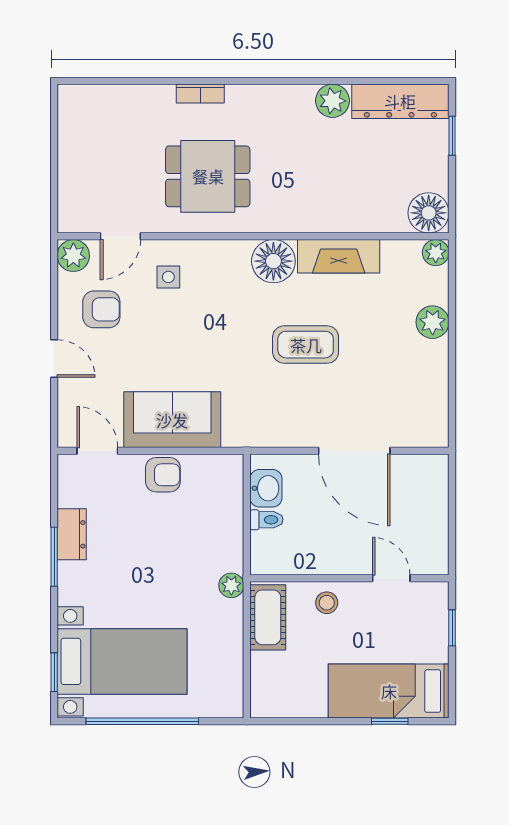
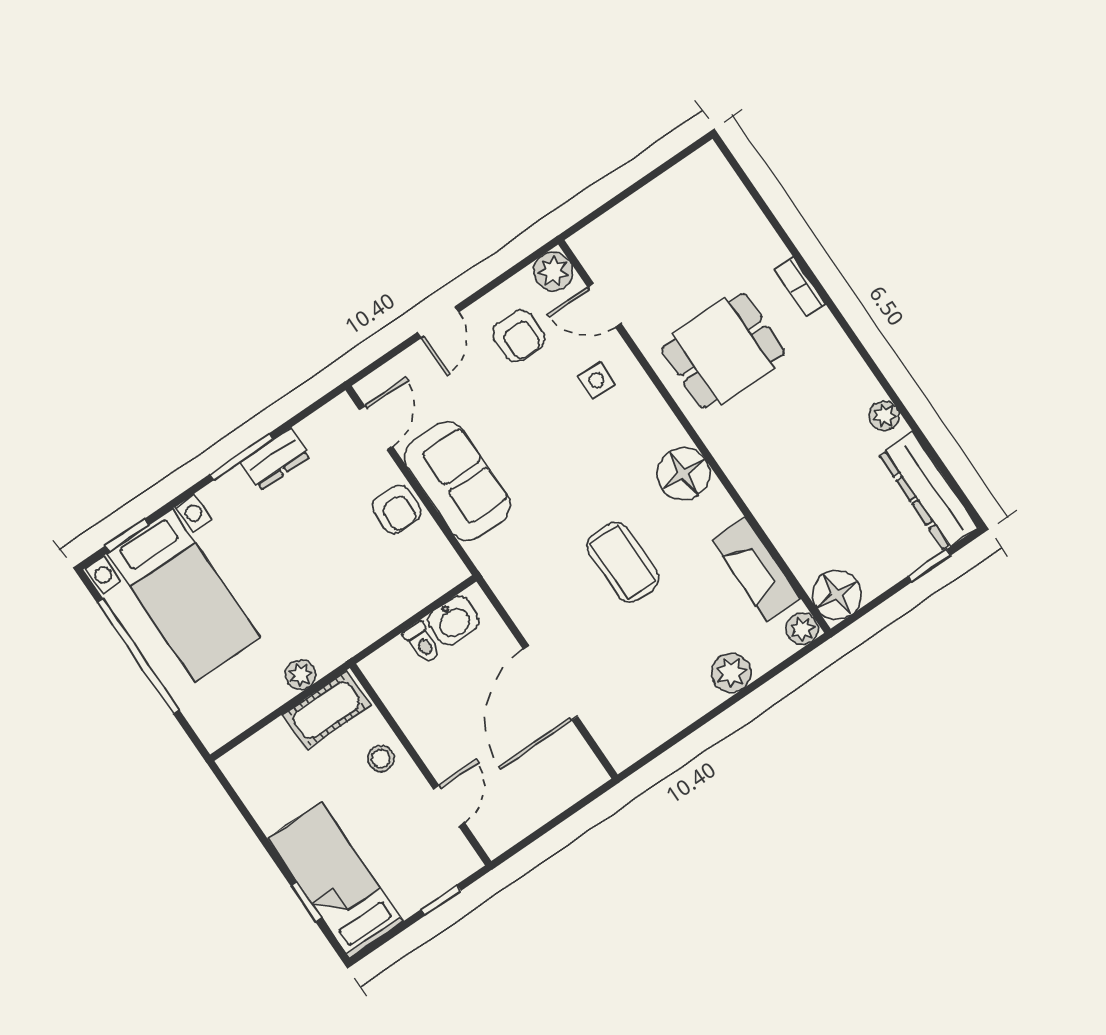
plant: (332, 101) -> (884, 416), width x0.73, depth x0.73
dining table: (208, 176) -> (723, 351), turned 90
fireplace: (339, 256) -> (756, 569), moved
plant: (231, 585) -> (300, 675), moved

